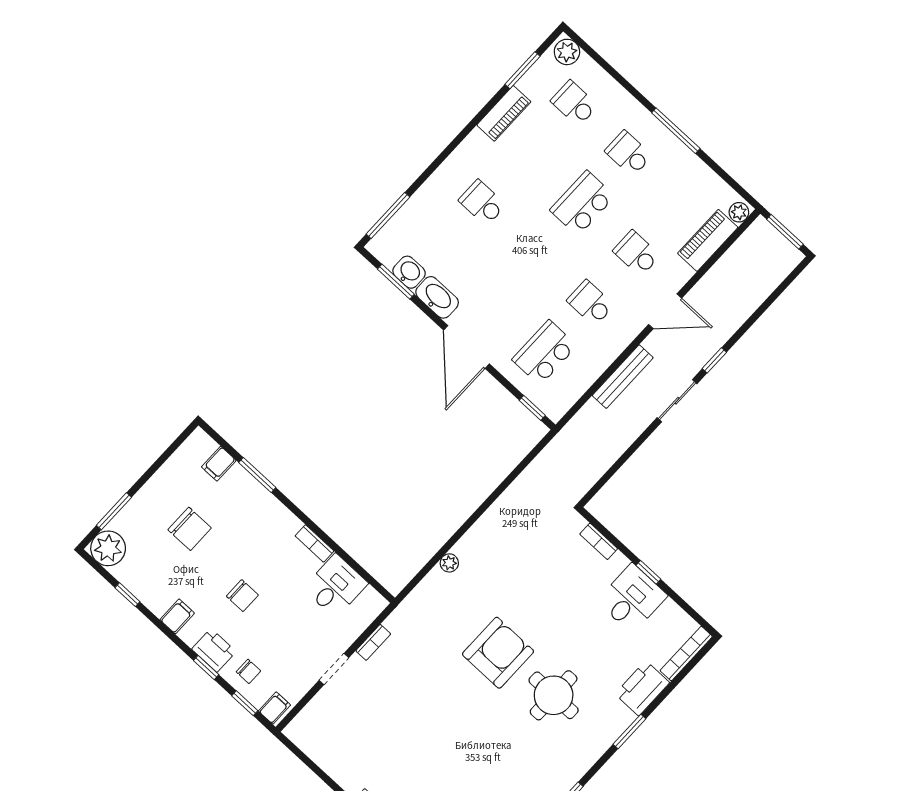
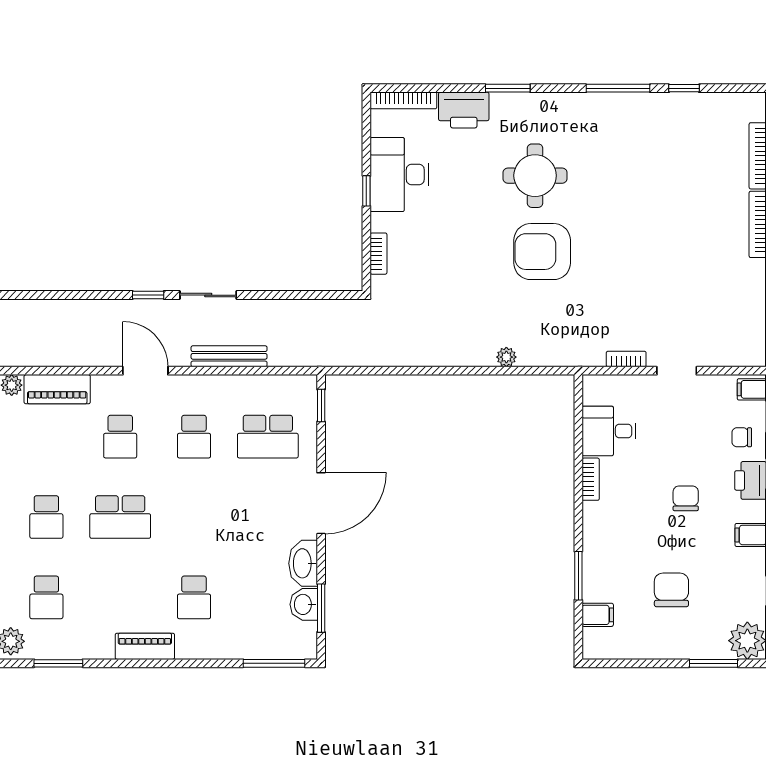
piano: (504, 113) -> (145, 646), moved
desk: (632, 598) -> (399, 175), width x1.37
chair: (248, 671) -> (742, 437), turned -90

